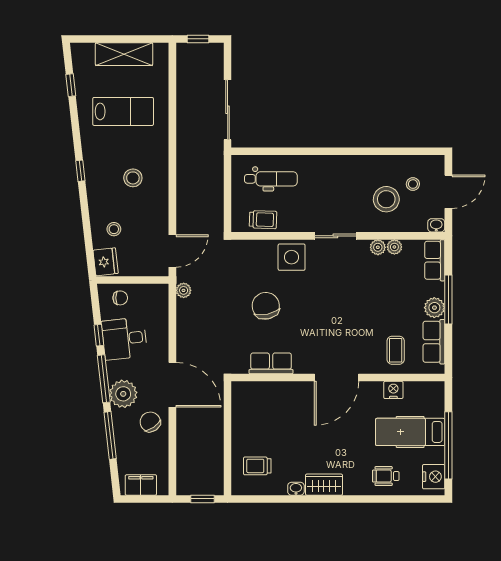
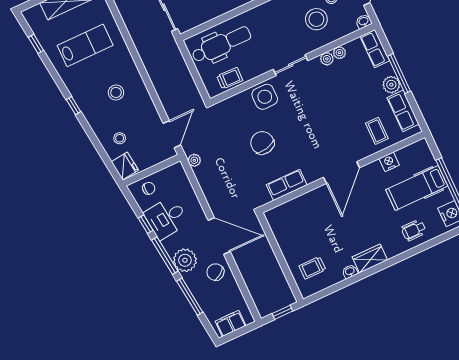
dental chair: (271, 179) -> (221, 44), width x1.36, depth x1.38

